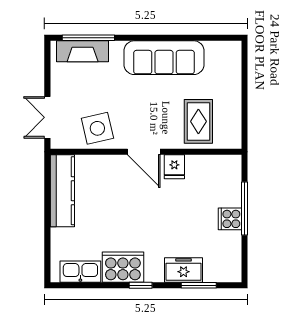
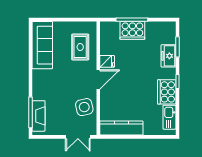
sofa: (164, 58) -> (42, 45), moved
rug: (198, 121) -> (80, 47), turned 90
cooker: (230, 219) -> (132, 30), width x1.87, depth x1.31

